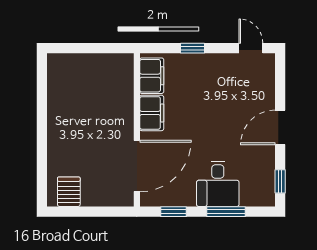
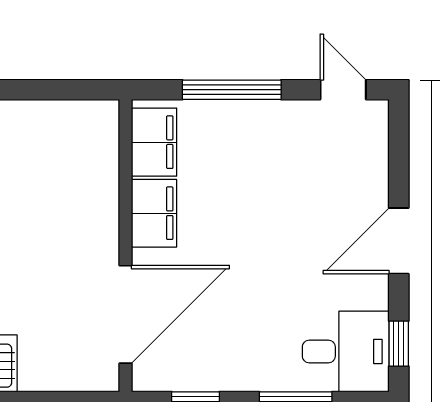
window: (193, 48) -> (232, 90), width x2.17
desk: (218, 184) -> (346, 352), moved, turned -90

